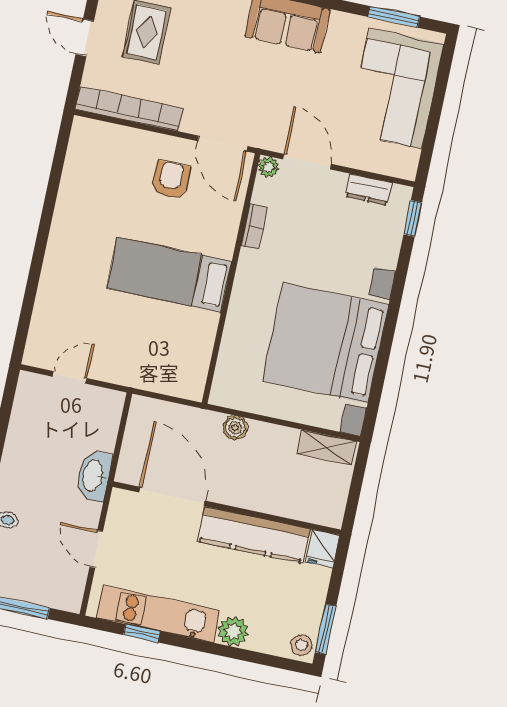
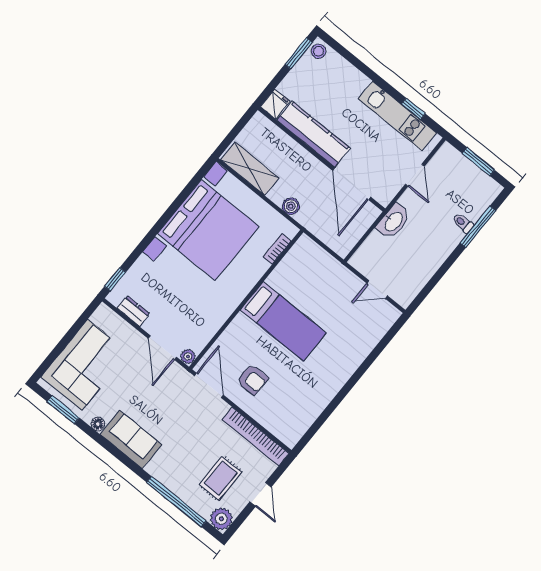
floor lamp: (340, 21) -> (98, 424), added
armchair: (171, 180) -> (252, 379), turned -90
bookcase: (254, 227) -> (277, 249), moved
shelving: (327, 448) -> (250, 169), width x1.50, depth x1.33
plant: (233, 631) -> (357, 81), removed

